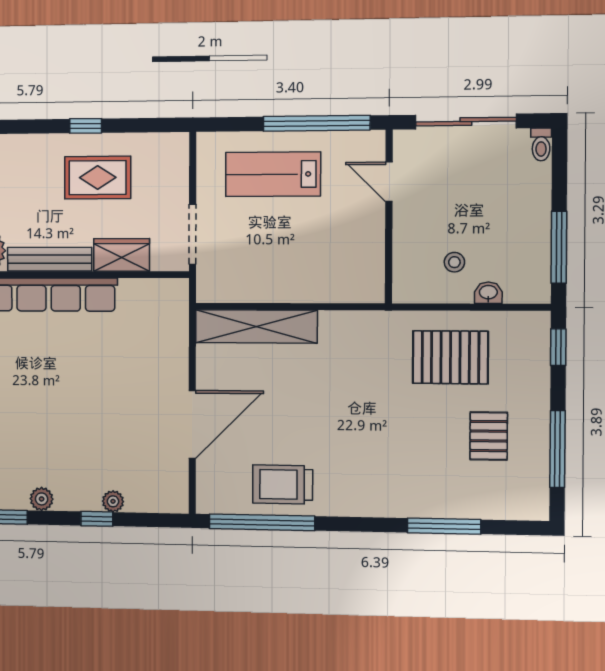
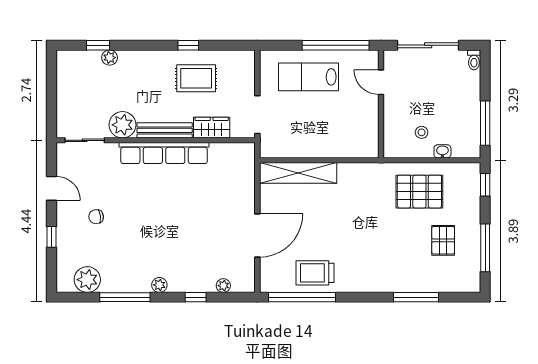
plant: (113, 501) -> (223, 286), moved

